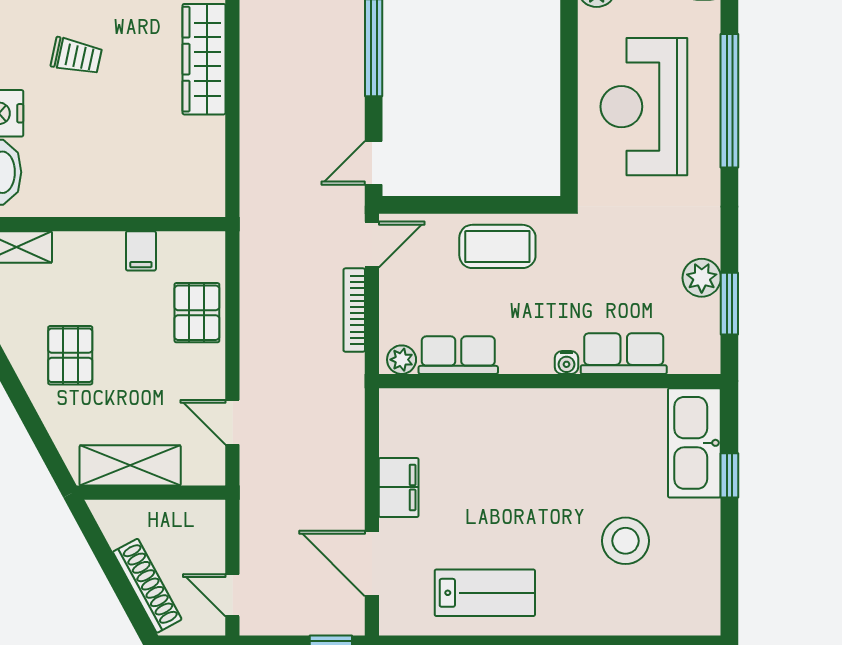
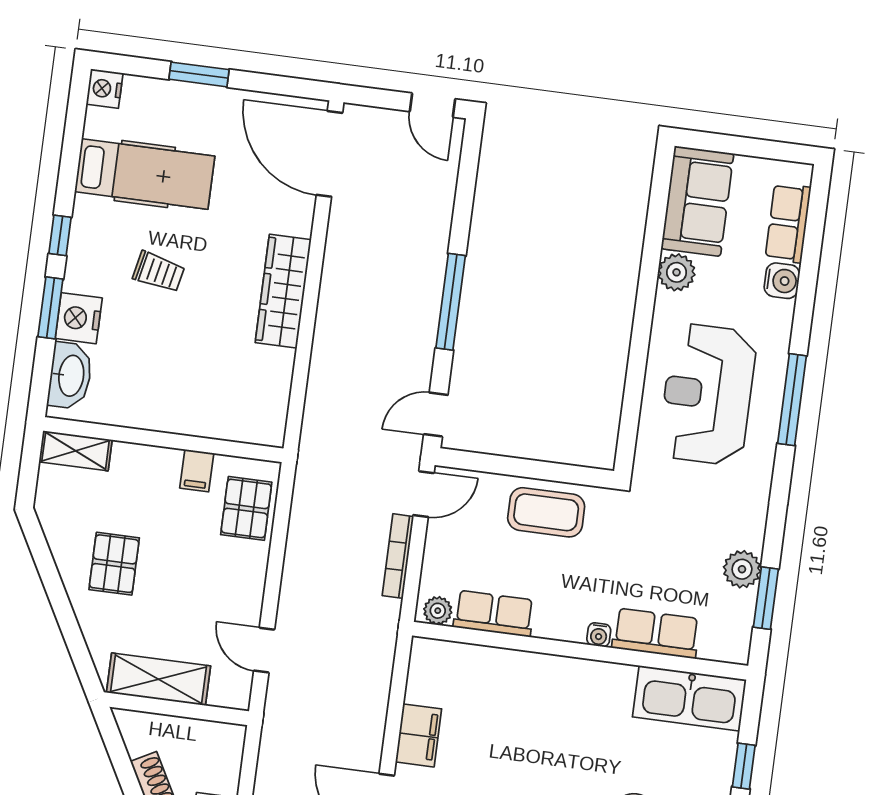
window: (729, 101) -> (792, 400), width x0.68
pallet: (197, 313) -> (246, 508), moved
kitchen sink: (694, 443) -> (689, 698), moved, turned -90

